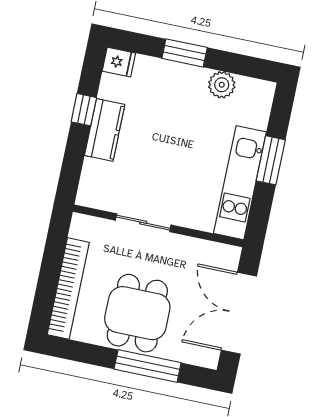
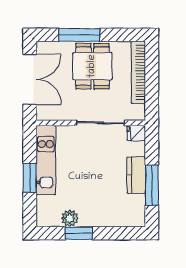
window: (185, 53) -> (79, 233), moved
fridge: (119, 62) -> (136, 133), moved
window: (84, 110) -> (152, 185), width x2.17
sliding door: (143, 223) -> (100, 123), width x1.37

